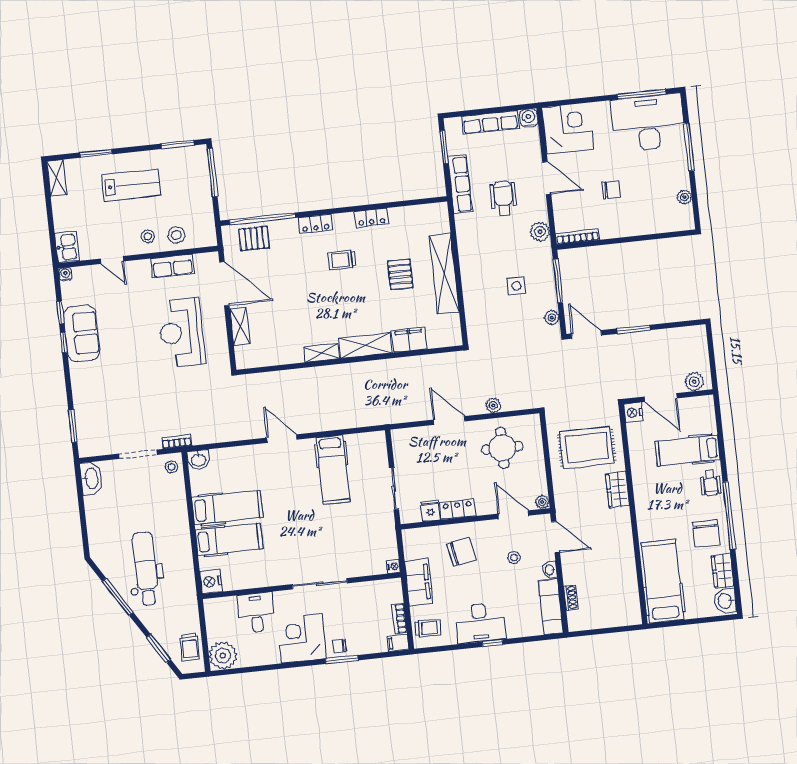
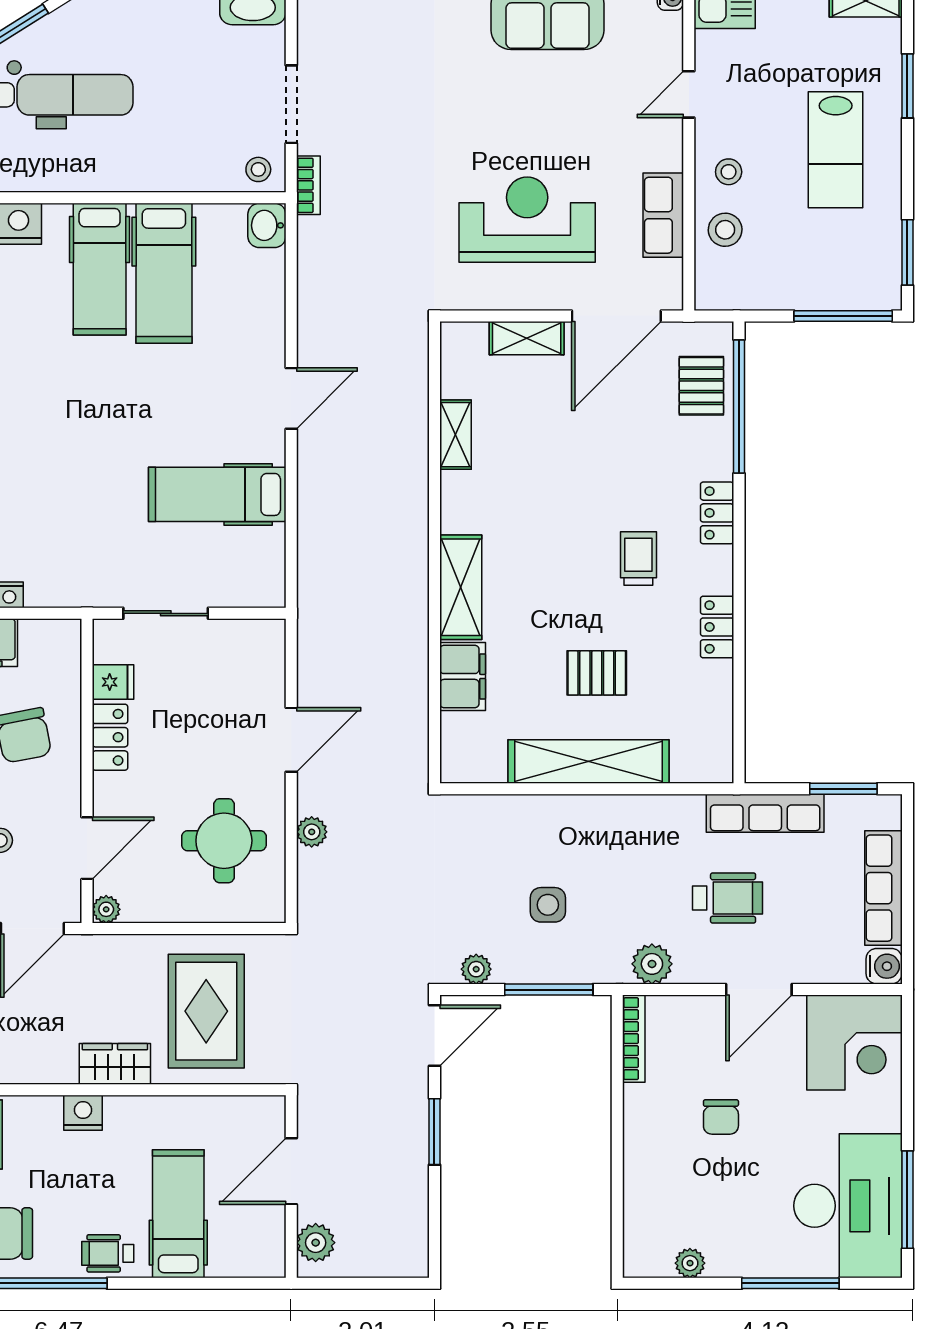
shelving: (322, 353) -> (455, 435), moved
nightstand: (633, 413) -> (83, 1113), moved

